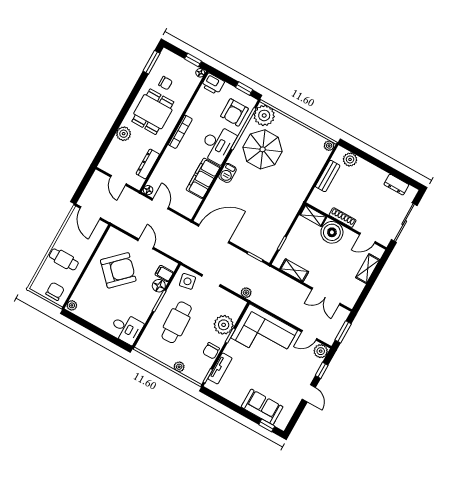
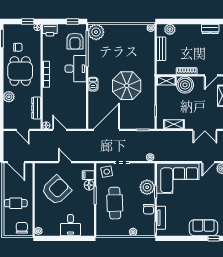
parasol: (263, 149) -> (127, 86), moved
filing cabinet: (203, 178) -> (79, 97), removed
desk: (126, 328) -> (70, 225), moved, turned 90

